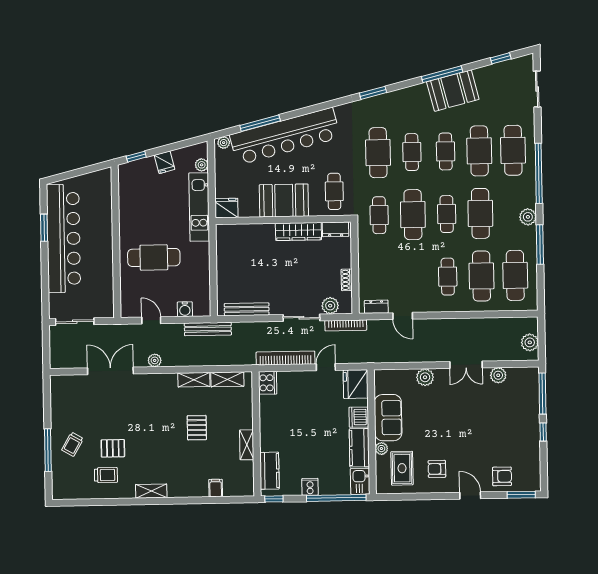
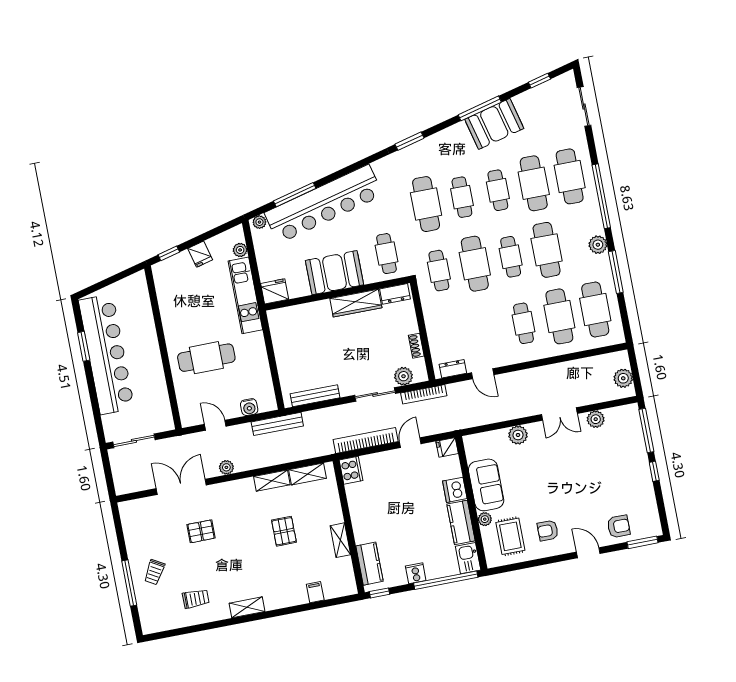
fridge: (356, 384) -> (447, 447), width x0.53, depth x0.75
pallet: (113, 448) -> (201, 531), moved

